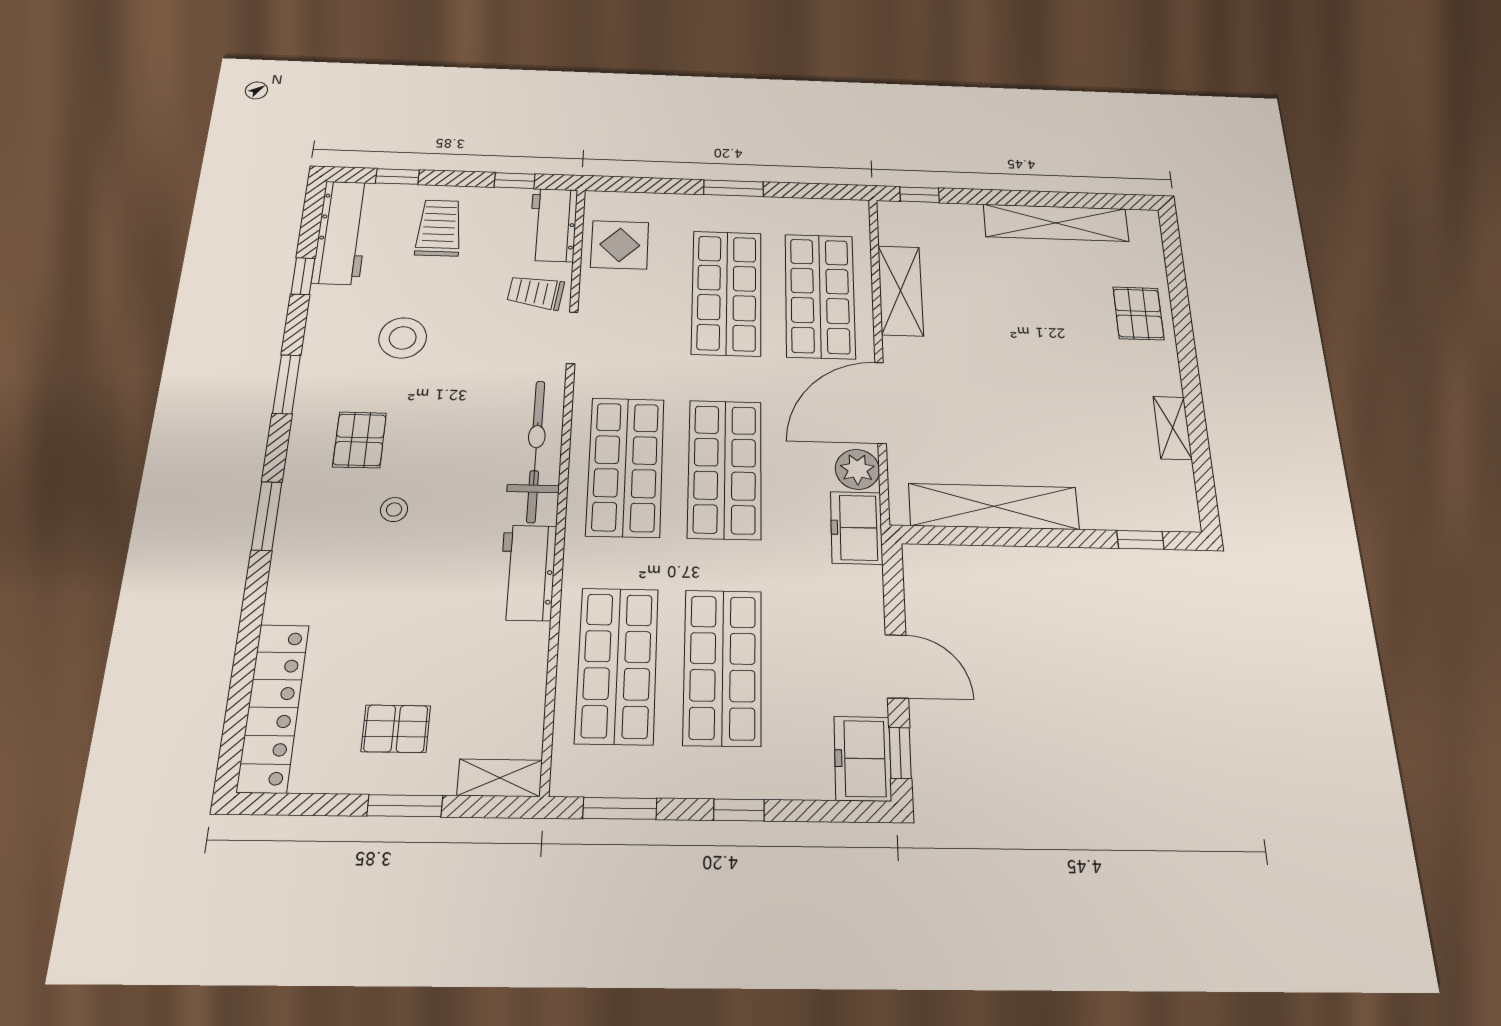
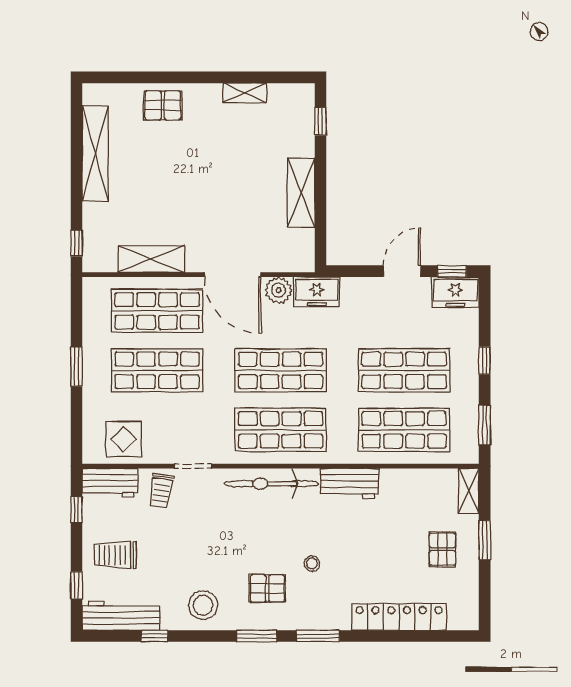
stool: (403, 338) -> (203, 605), moved
window: (287, 384) -> (257, 636), moved
shelving: (994, 506) -> (301, 192), width x0.68
locker: (273, 707) -> (399, 617), moved

